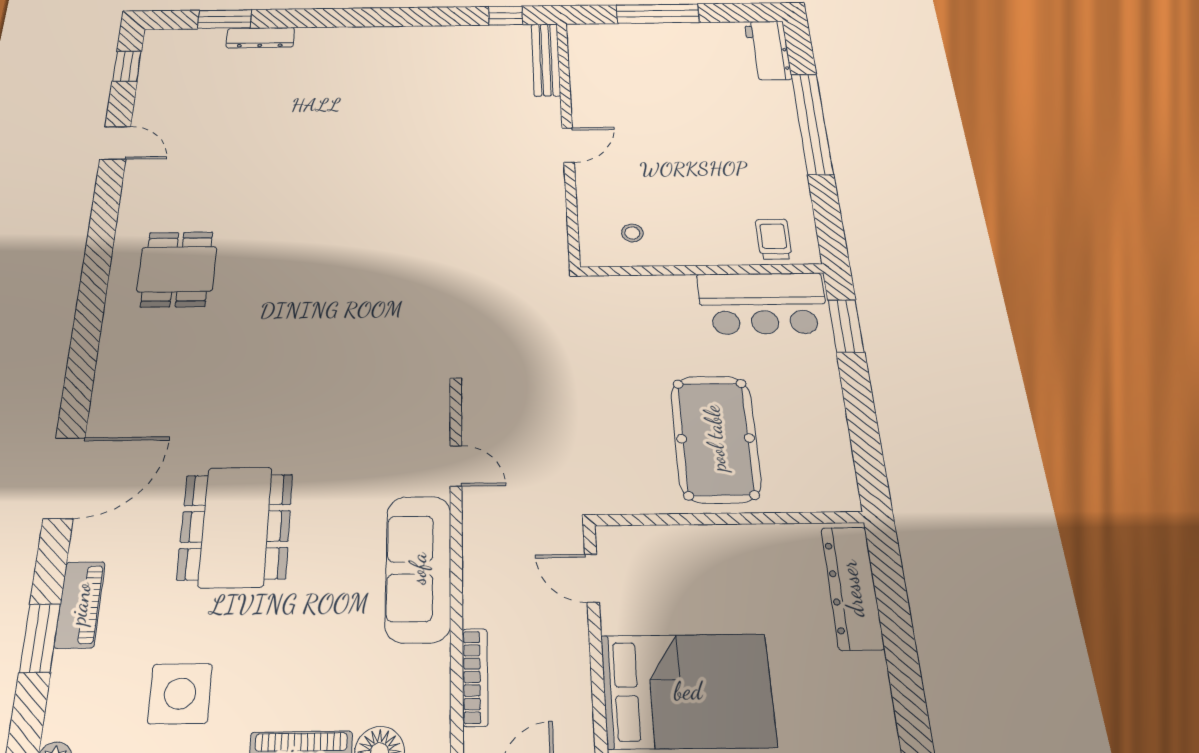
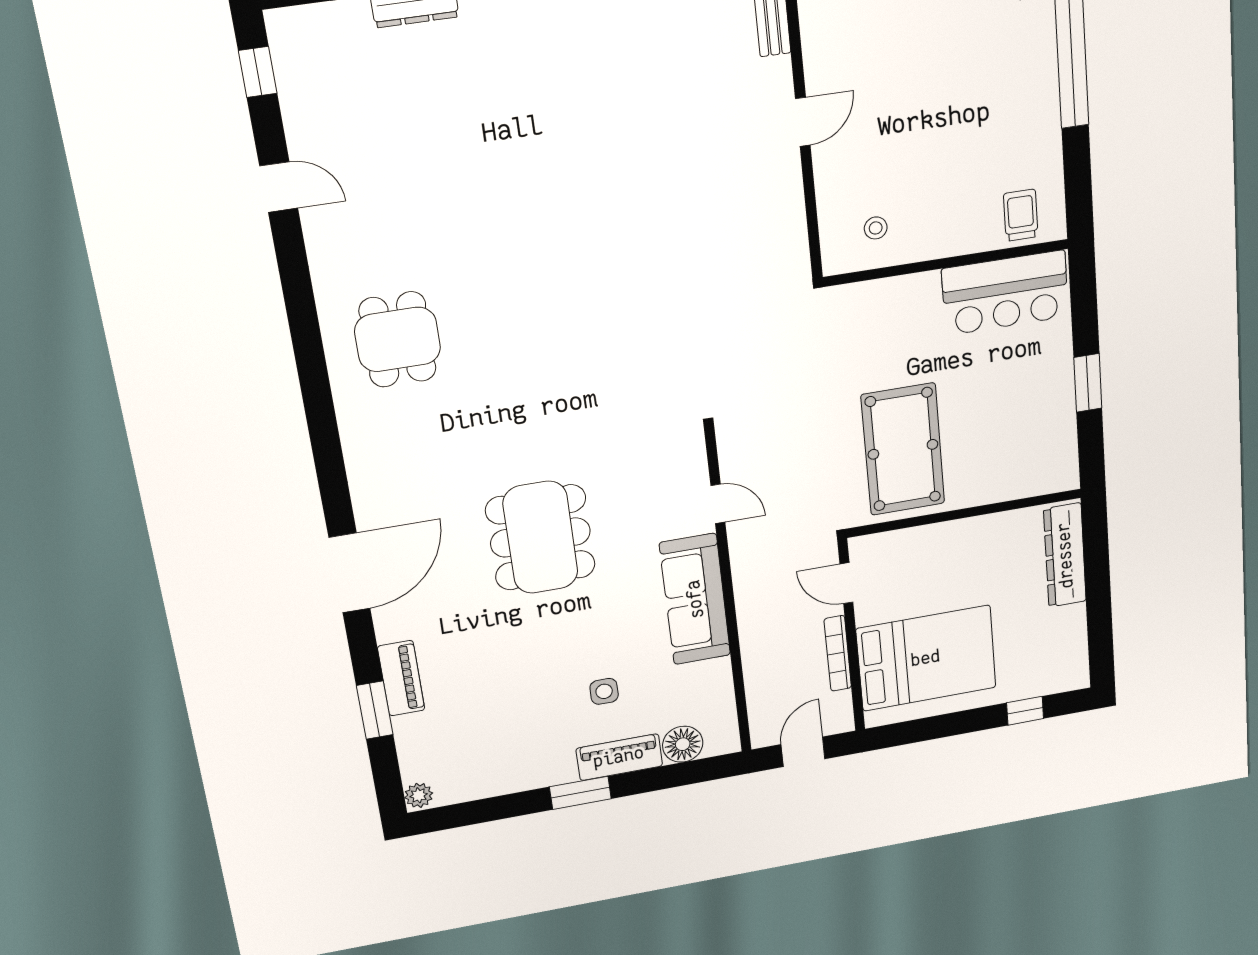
window: (846, 326) -> (1088, 383), moved
pool table: (715, 438) -> (903, 449), moved
dining table: (235, 526) -> (540, 537), moved
bookcase: (475, 677) -> (838, 653), moved, turned 180
side table: (180, 694) -> (604, 691), moved, width x0.54, depth x0.54

